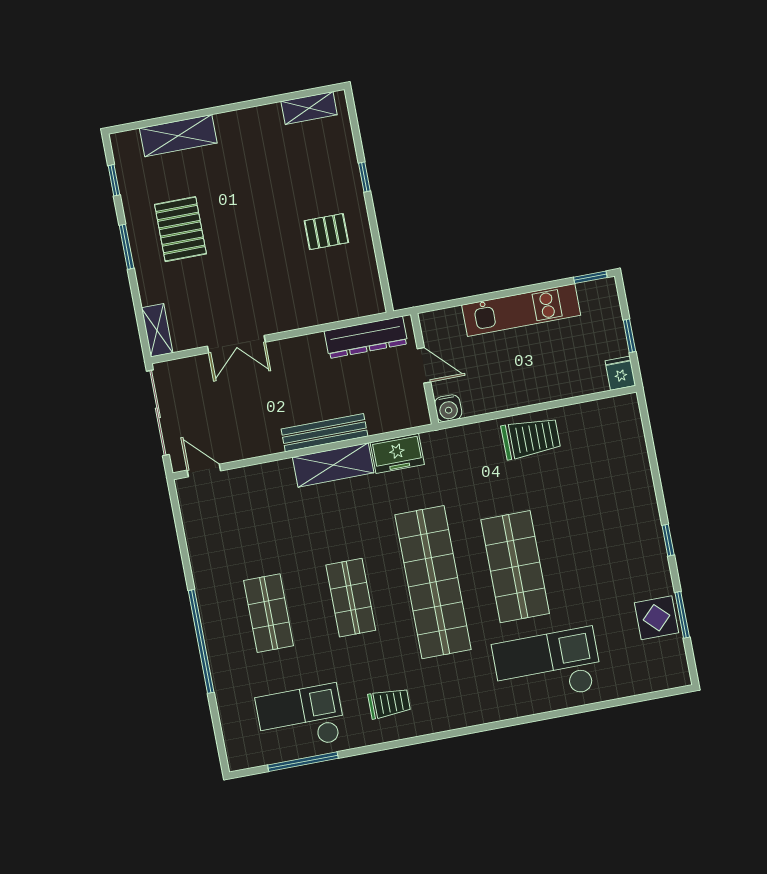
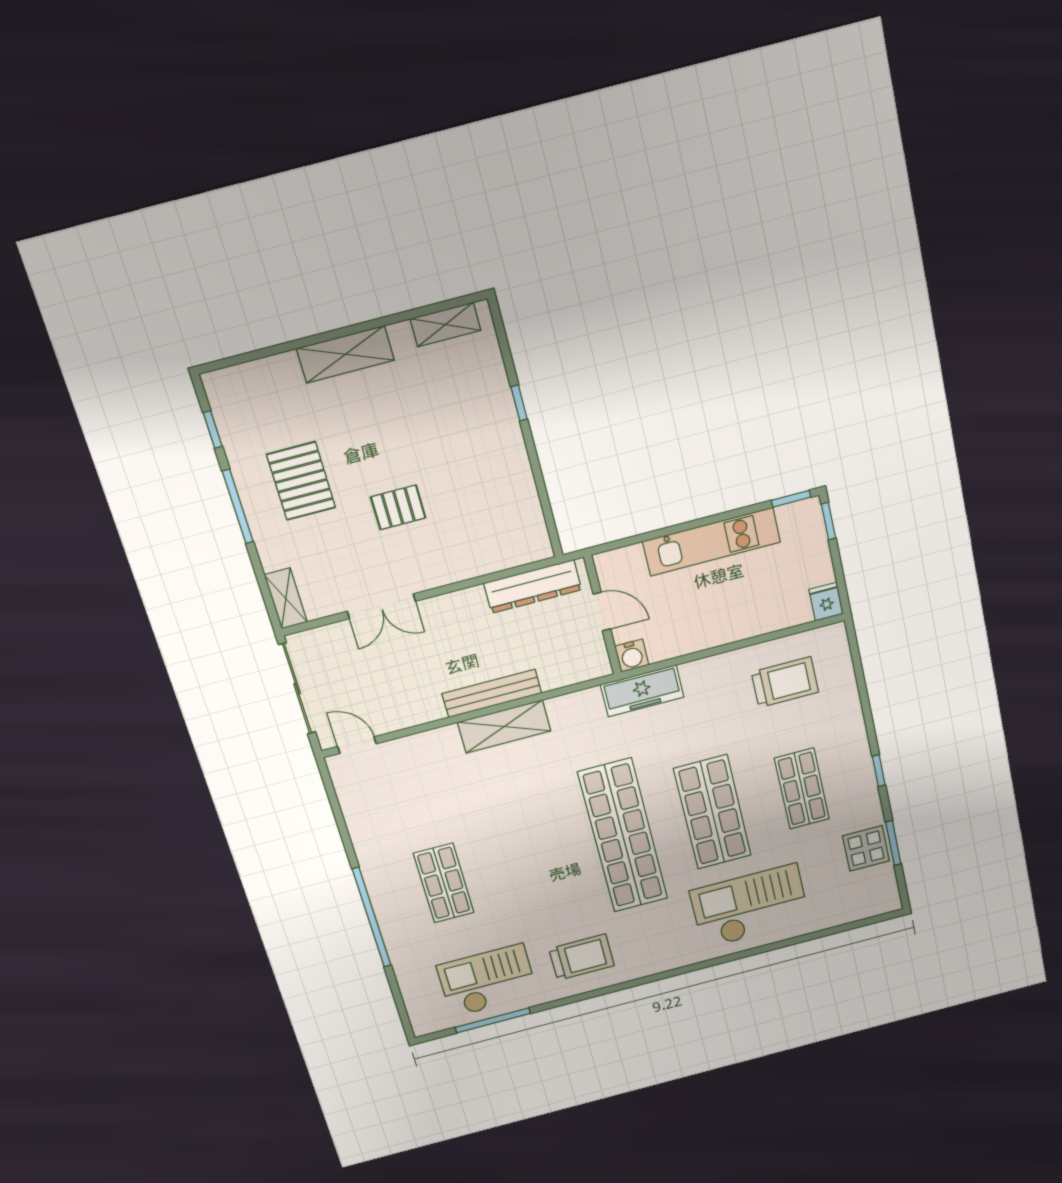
shelving: (178, 136) -> (345, 354), moved
pallet: (326, 232) -> (398, 507), moved
window: (127, 247) -> (238, 507), width x1.44
window: (629, 336) -> (828, 521), moved
trolley: (531, 438) -> (785, 682), moved
freezer: (397, 453) -> (642, 691), moved, width x1.40
shop shelf: (351, 598) -> (802, 789), moved
trolley: (389, 703) -> (582, 957), width x1.36, depth x1.39

